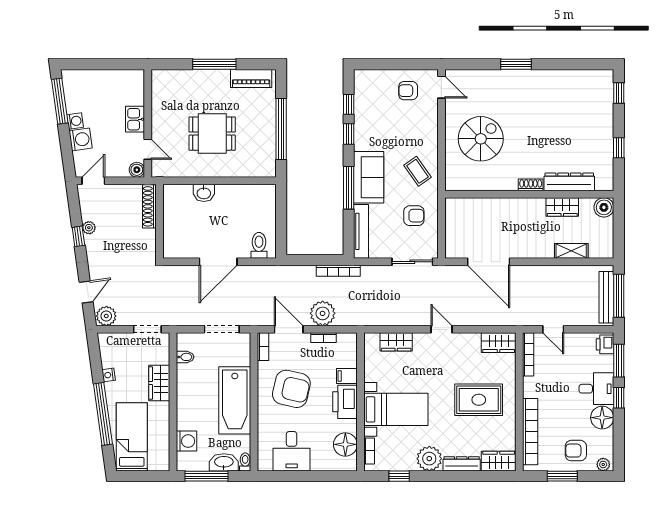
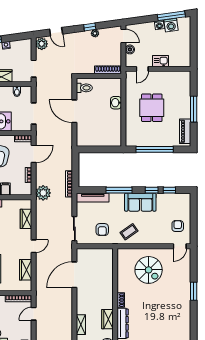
washing machine: (81, 139) -> (171, 25), moved
boiler: (137, 170) -> (130, 49), moved
sofa: (369, 177) -> (140, 202), moved
toilet: (259, 245) -> (84, 88), moved
plant: (323, 313) -> (43, 193), moved
wardrobe: (499, 343) -> (26, 270), moved

